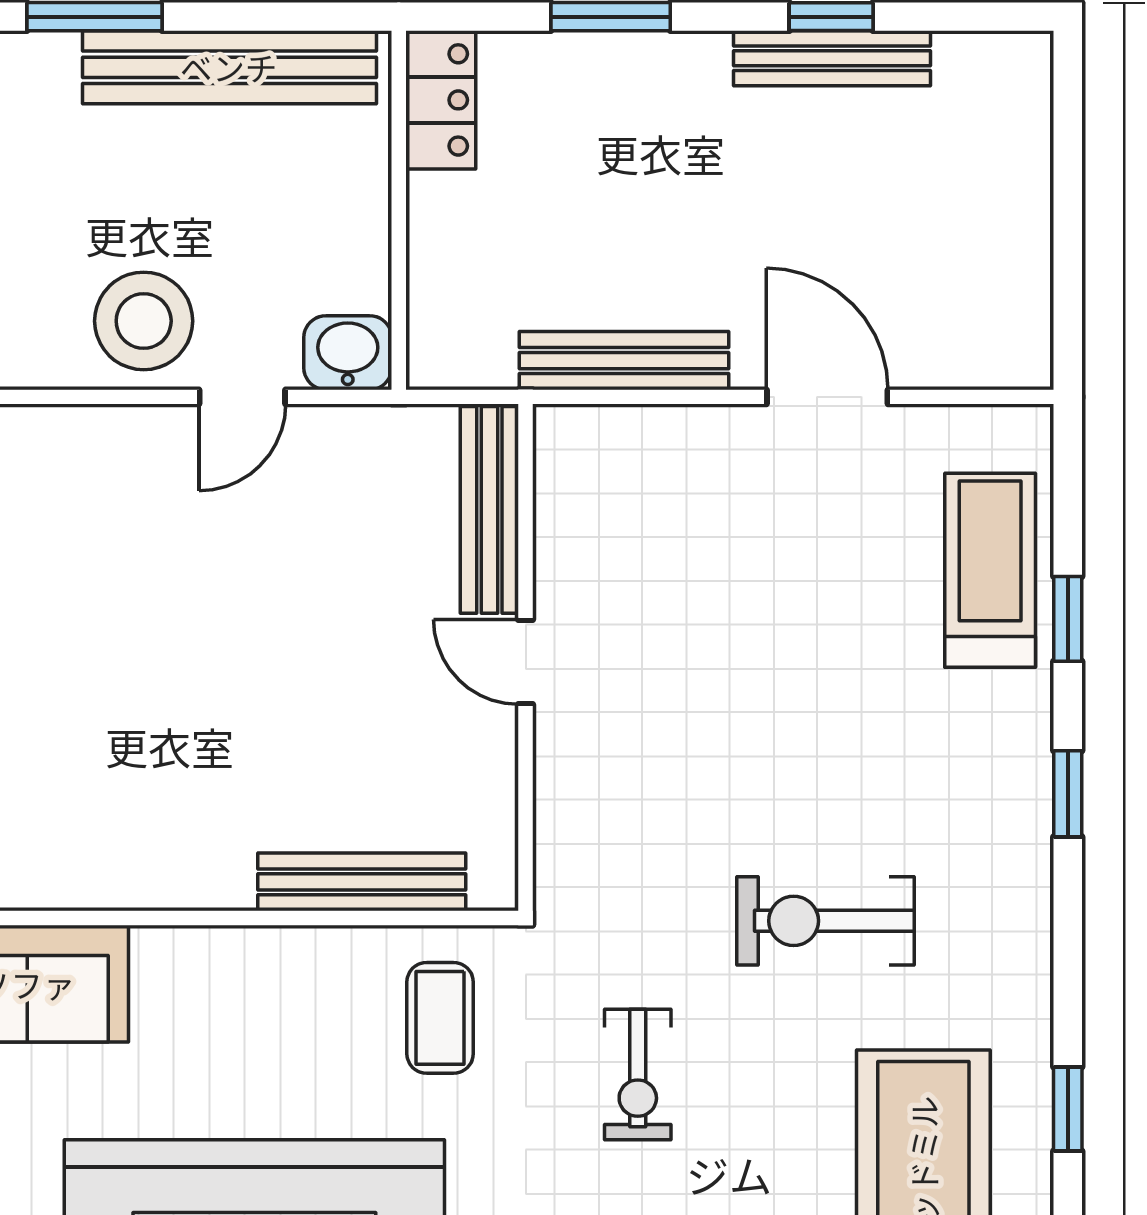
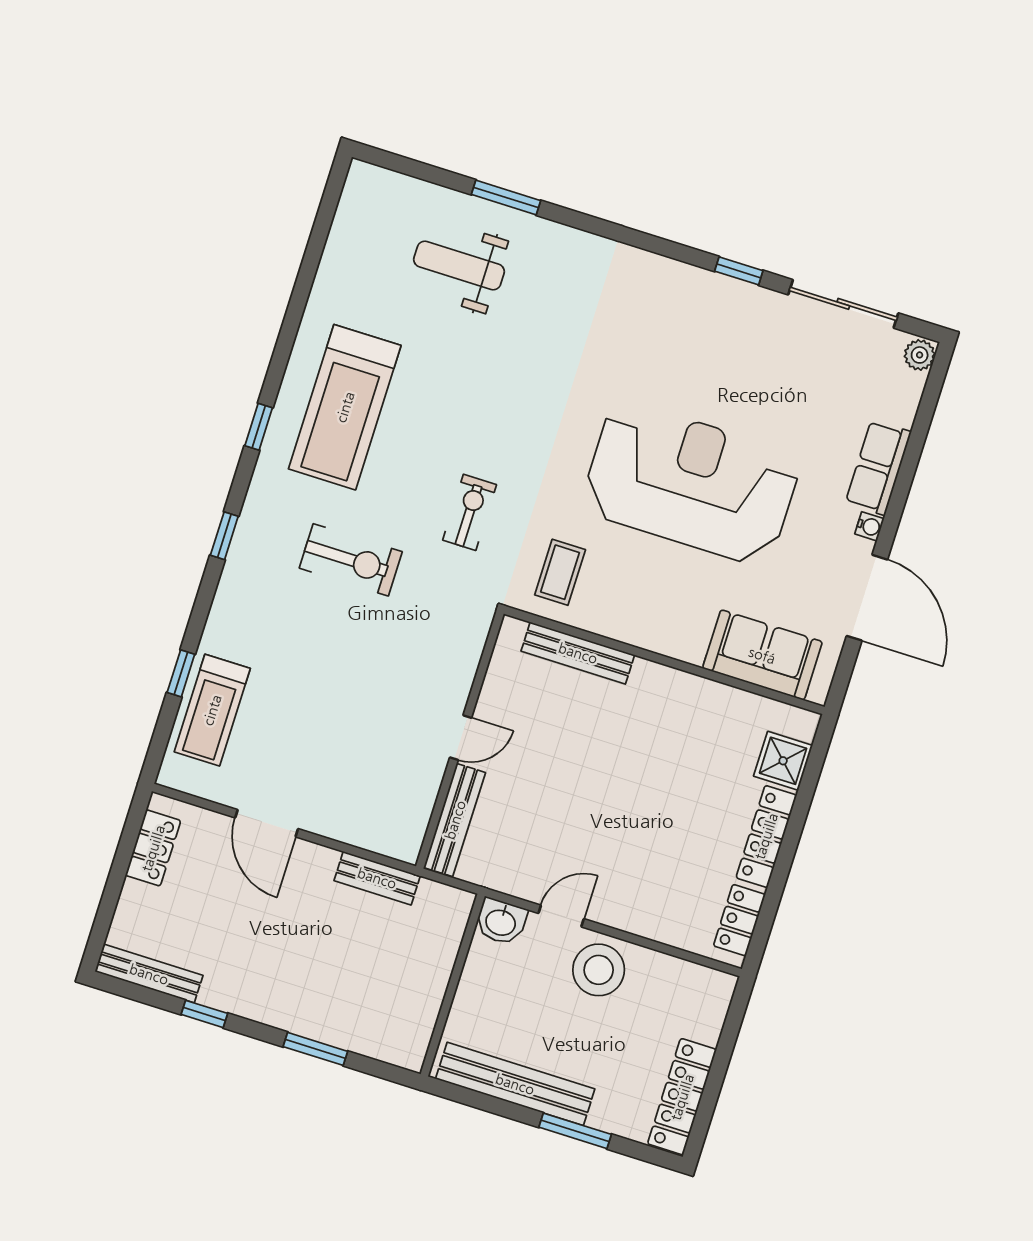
bench: (832, 58) -> (149, 974), moved
locker: (441, 100) -> (153, 848), moved, turned 180
bench: (624, 361) -> (377, 878), width x0.73
door: (526, 662) -> (461, 738), hinge flipped
window: (1068, 794) -> (224, 536), moved

